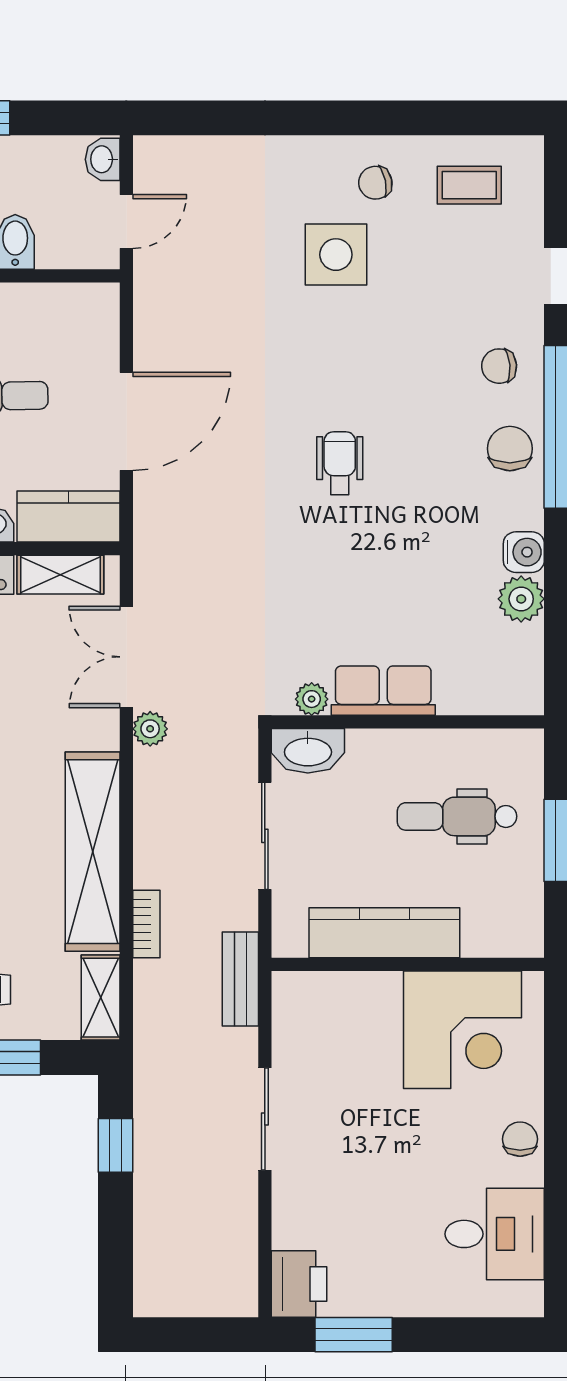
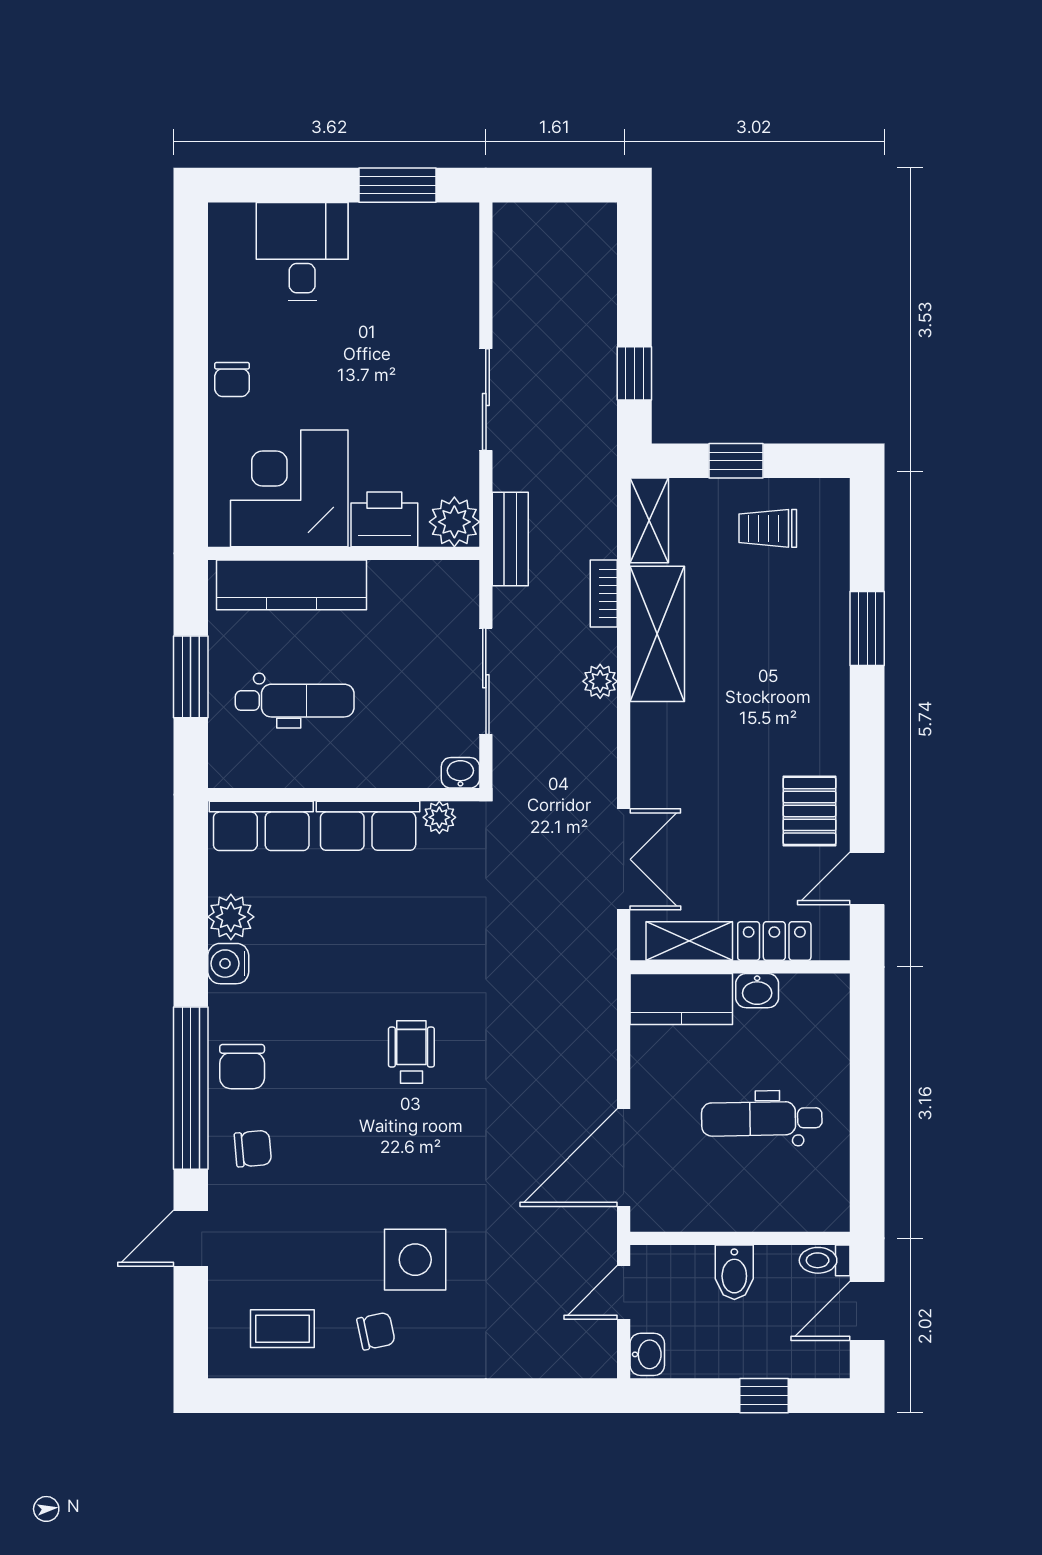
door: (126, 421) -> (624, 1158), moved
wheelchair: (340, 463) -> (411, 1052), turned 180
row of seats: (491, 691) -> (261, 826), added
plant: (150, 729) -> (600, 681), moved
washbasin: (308, 751) -> (460, 773), width x0.52, depth x0.69
shelving: (93, 852) -> (657, 634), width x0.68
kitchen counter: (384, 933) -> (291, 585), moved
plant: (297, 996) -> (454, 522), added
desk: (495, 1234) -> (302, 252), moved, turned 90
printer: (299, 1284) -> (384, 519), moved, turned 90

